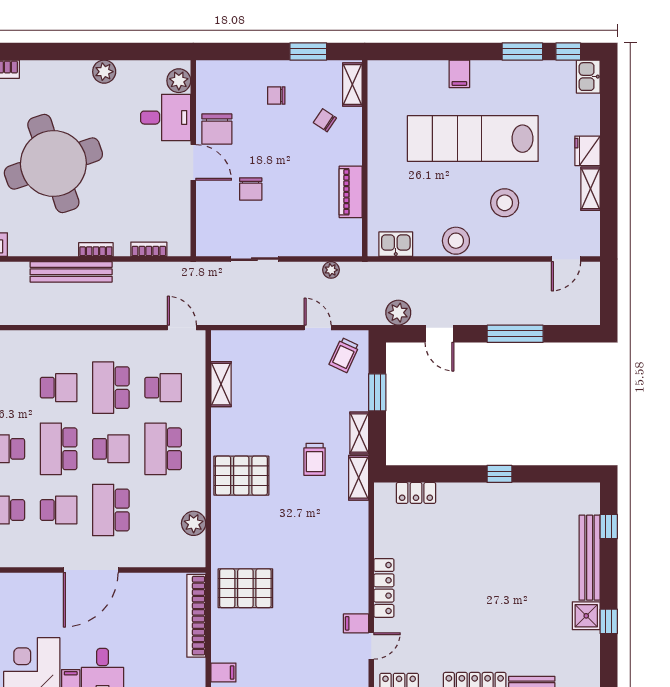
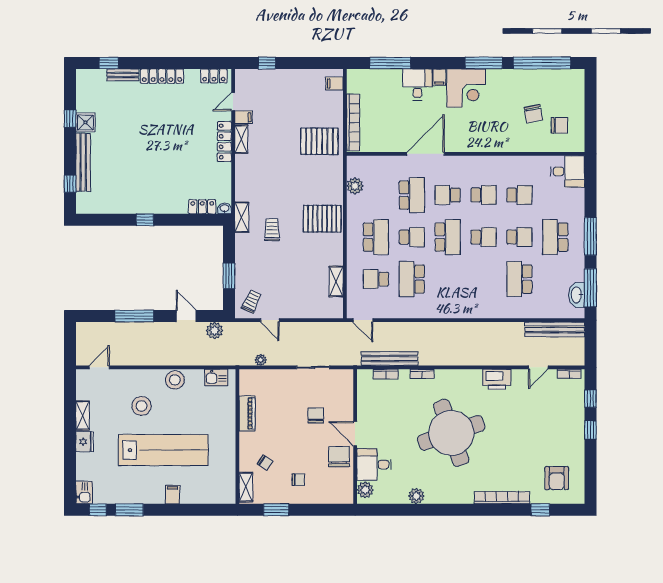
bench: (71, 272) -> (390, 359), moved
school desk: (59, 388) -> (448, 279), removed
school desk: (111, 388) -> (412, 279), turned 180
shelving: (359, 433) -> (241, 139), moved
school desk: (111, 449) -> (412, 237), turned 180
washbasin: (384, 490) -> (224, 208), added

